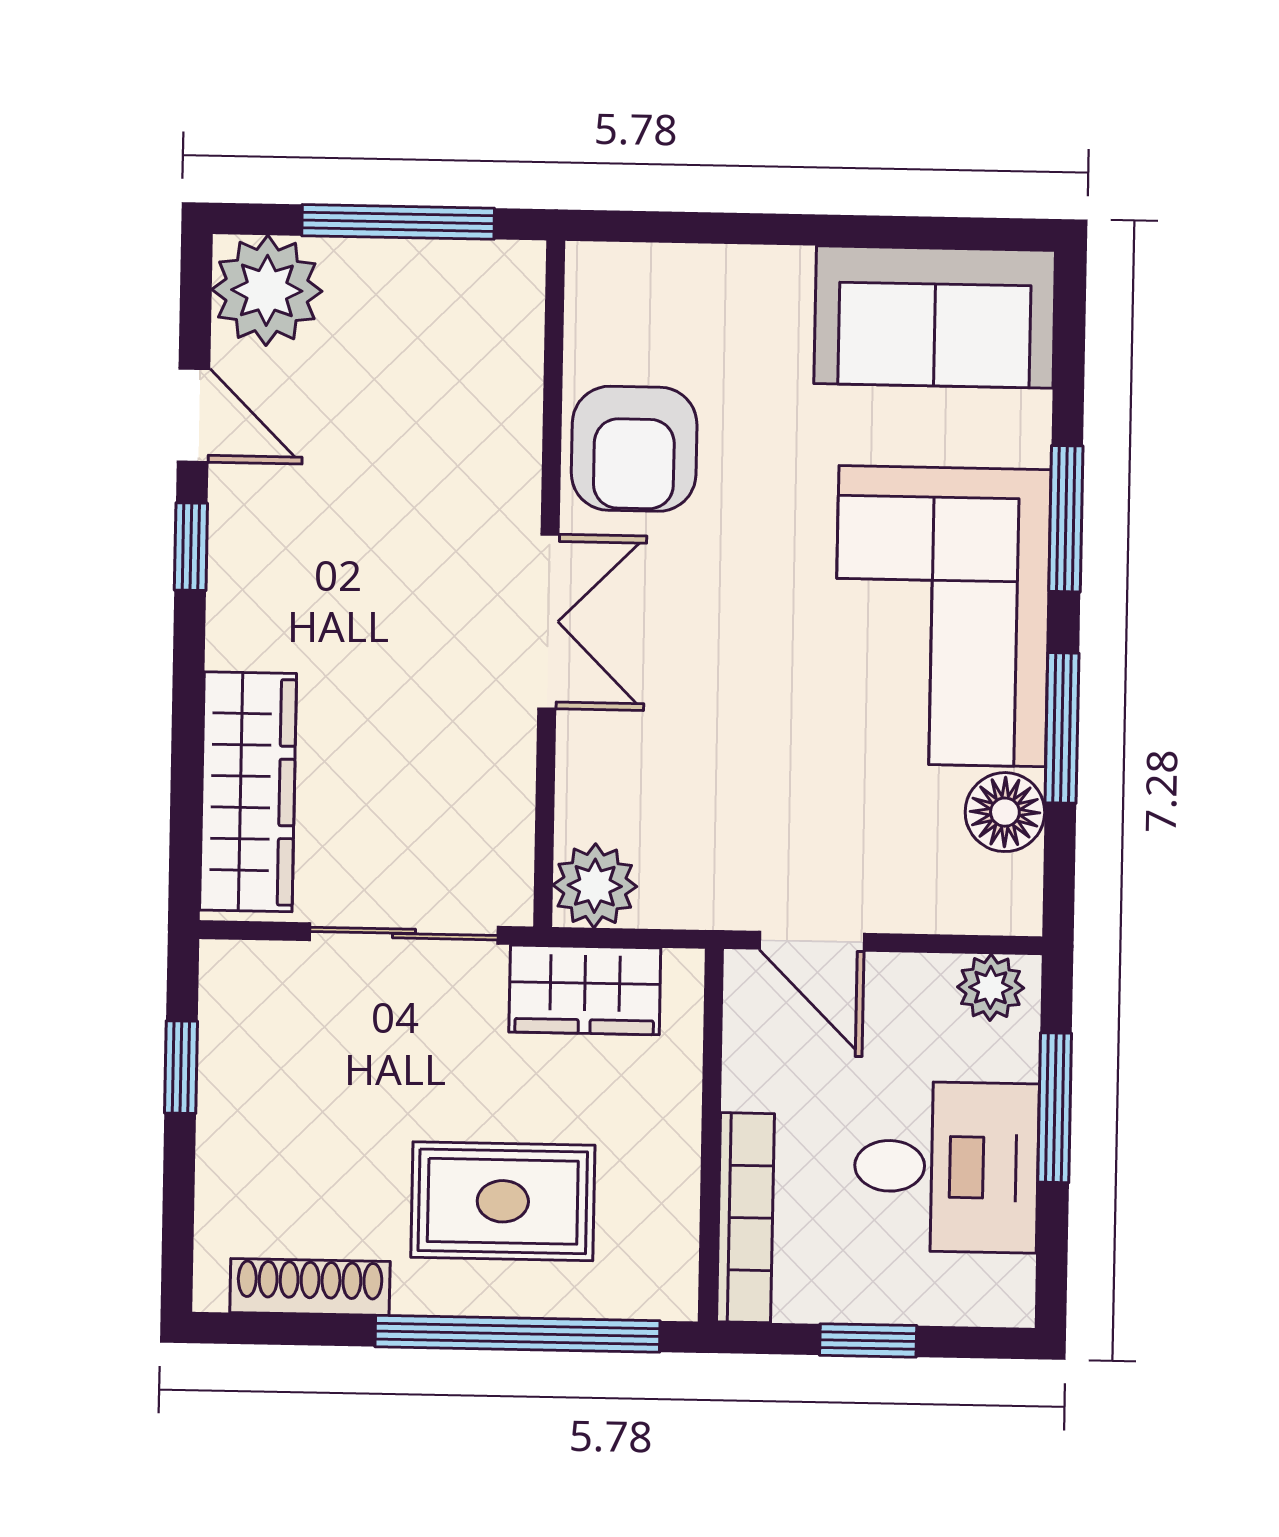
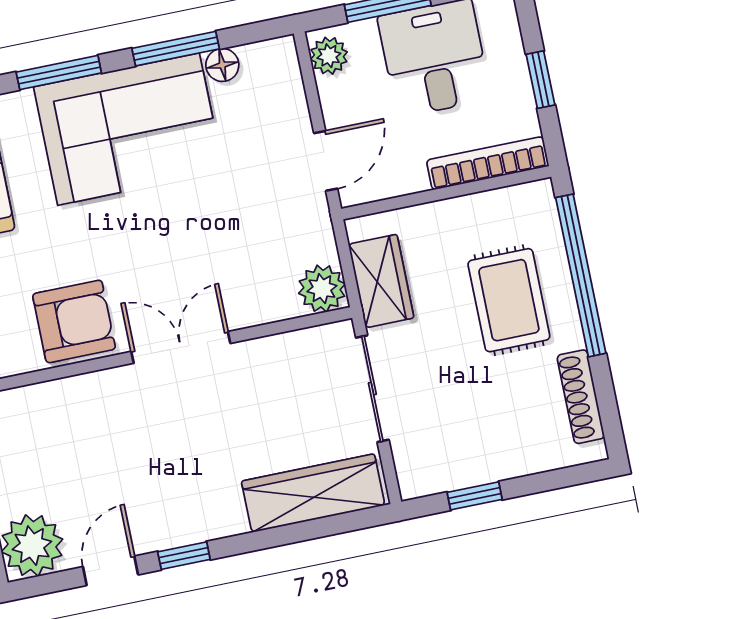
floor lamp: (1005, 812) -> (222, 65), width x0.73, depth x0.73

